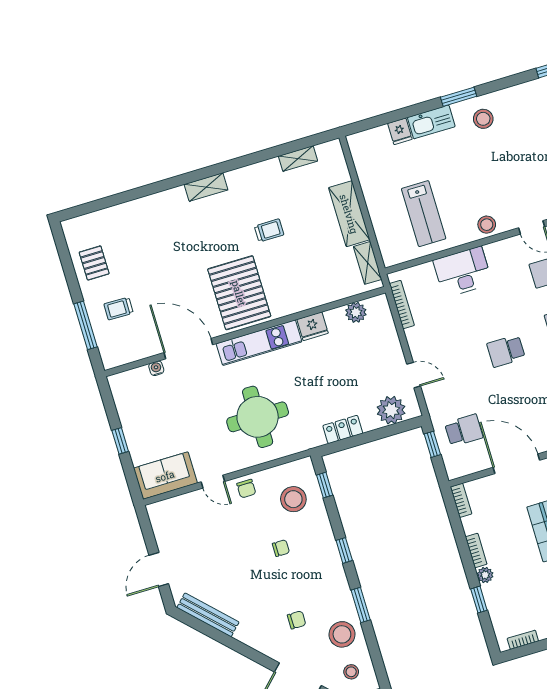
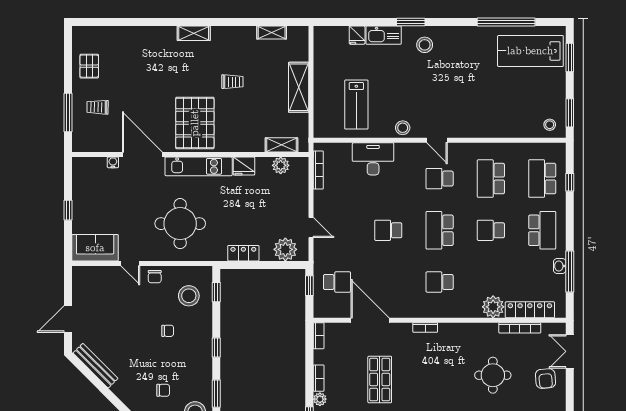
shelving: (368, 263) -> (281, 145), moved, turned 90

